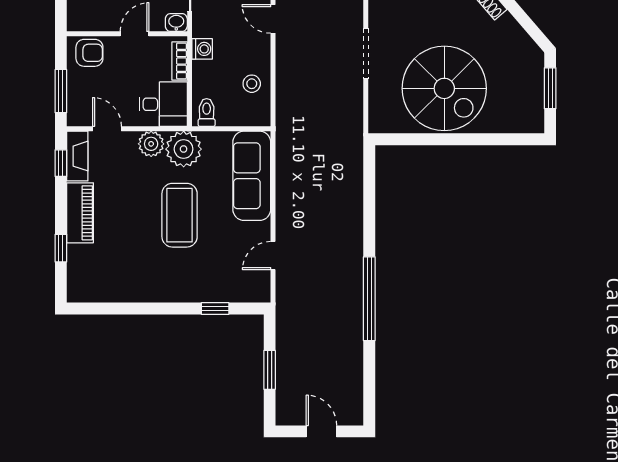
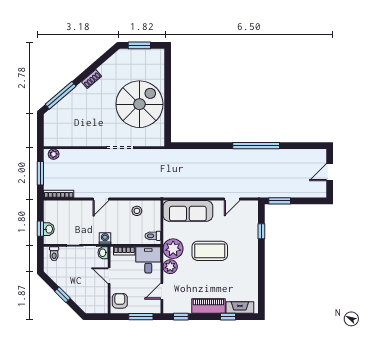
washing machine: (202, 49) -> (105, 238), moved
fireplace: (77, 156) -> (240, 308), moved
door: (273, 256) -> (232, 199), hinge flipped
window: (270, 370) -> (280, 201), moved

